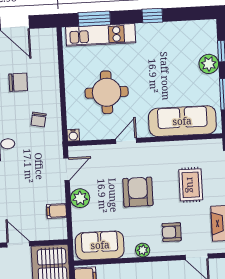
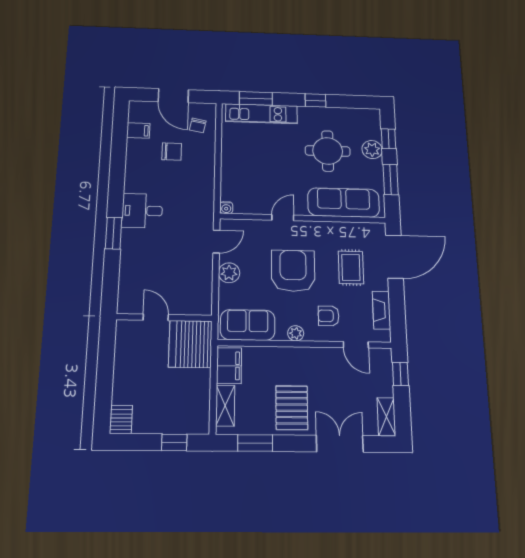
round table: (107, 92) -> (328, 151), moved
chair: (39, 119) -> (198, 125), moved
armchair: (138, 192) -> (293, 271), width x1.36, depth x1.36
filing cabinet: (57, 211) -> (202, 284), removed

